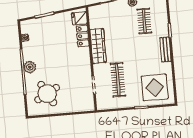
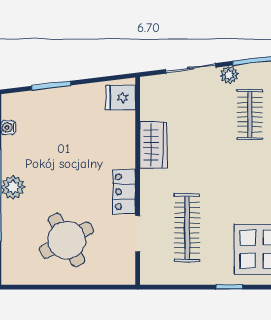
locker: (83, 36) -> (124, 192), moved
wardrobe: (98, 46) -> (153, 145), width x0.67
round table: (47, 94) -> (67, 240), moved

